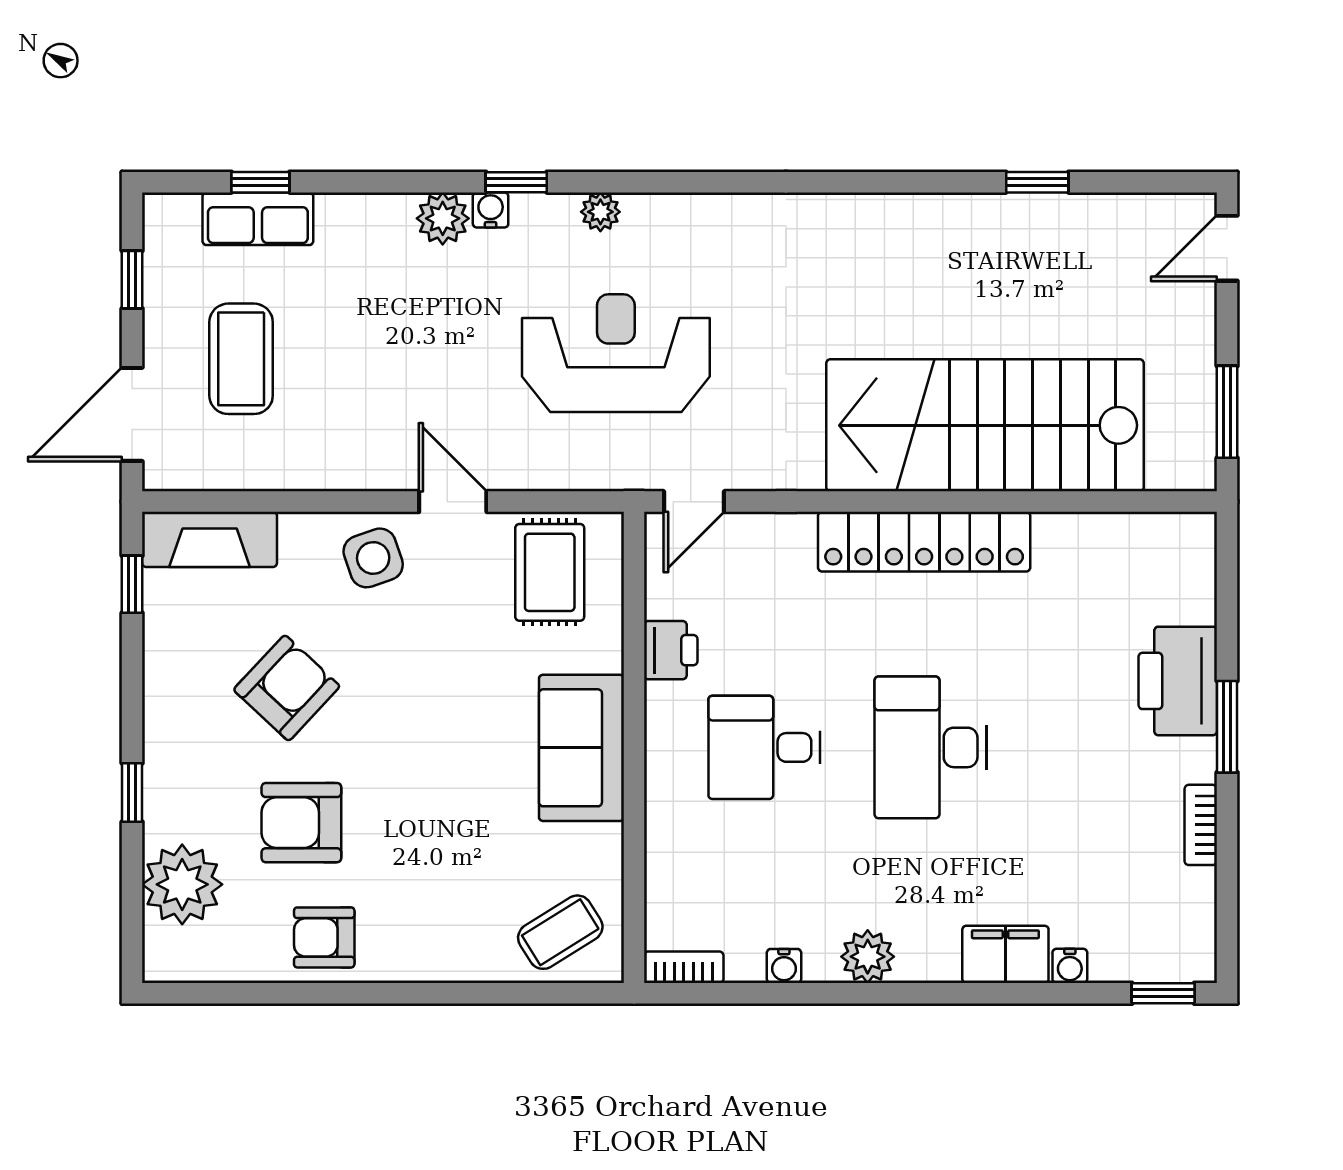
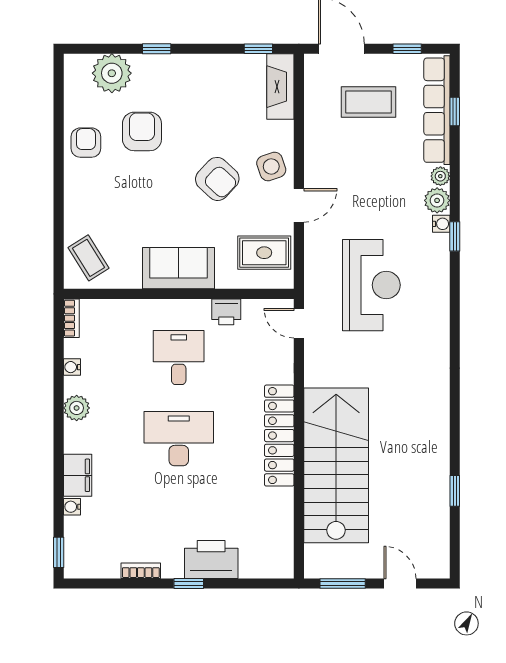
plant: (600, 212) -> (440, 176), moved
row of seats: (258, 219) -> (437, 110), width x2.02
door: (1227, 248) -> (400, 583), moved
armchair: (287, 688) -> (217, 179), moved
window: (1227, 727) -> (189, 583), width x0.67

